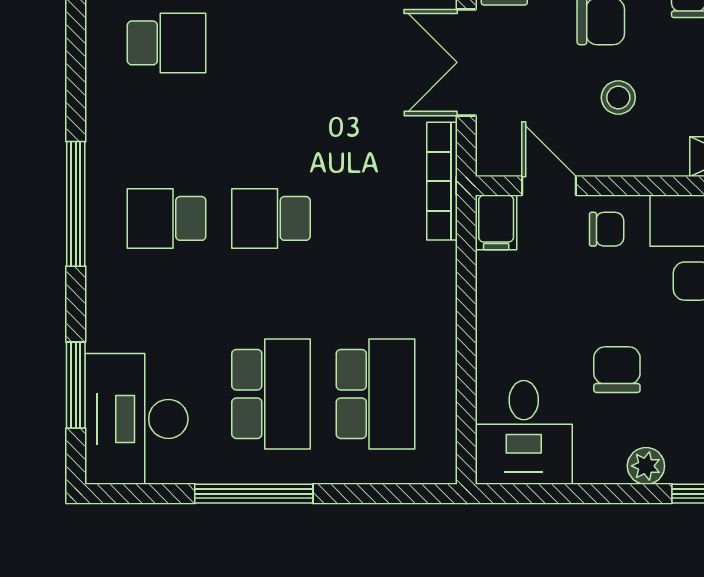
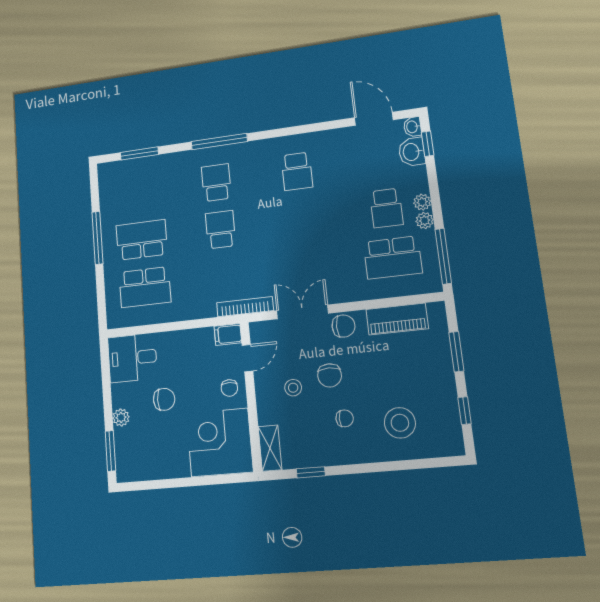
school desk: (271, 394) -> (142, 240), turned 180
desk: (136, 419) -> (127, 182), removed

